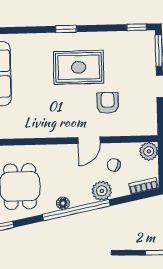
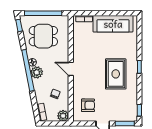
armchair: (108, 103) -> (88, 105), moved
door: (89, 140) -> (71, 69), moved
plant: (102, 191) -> (37, 72), moved

